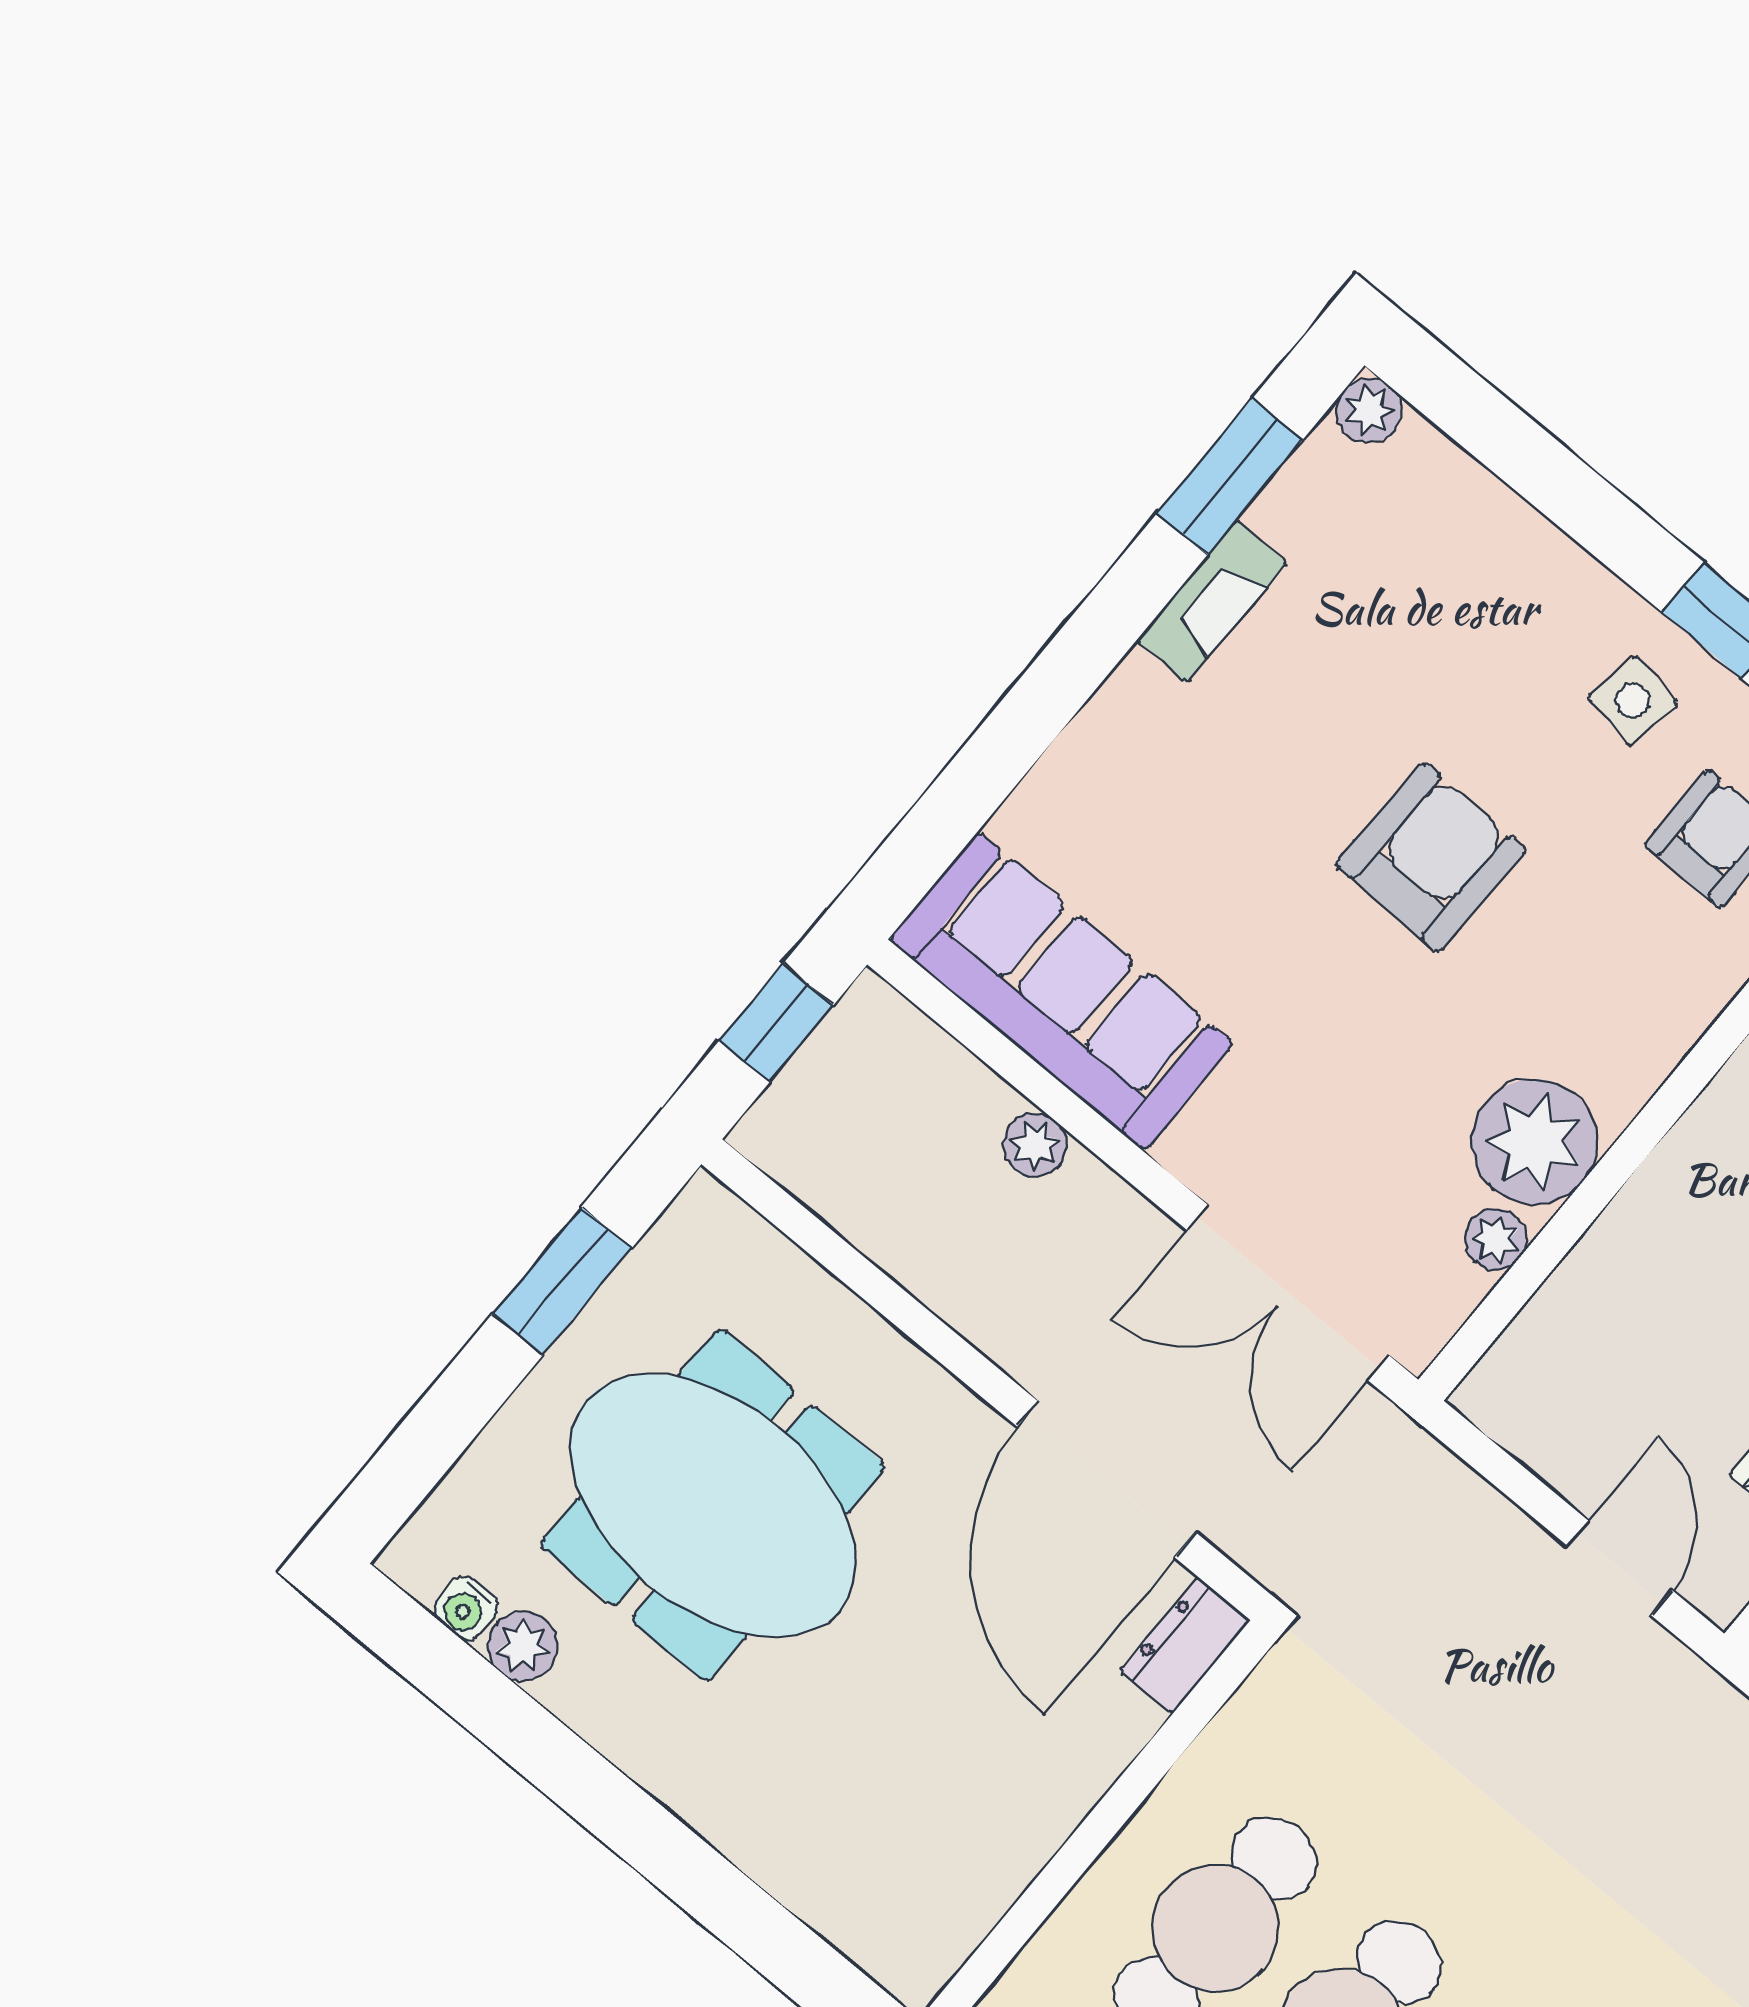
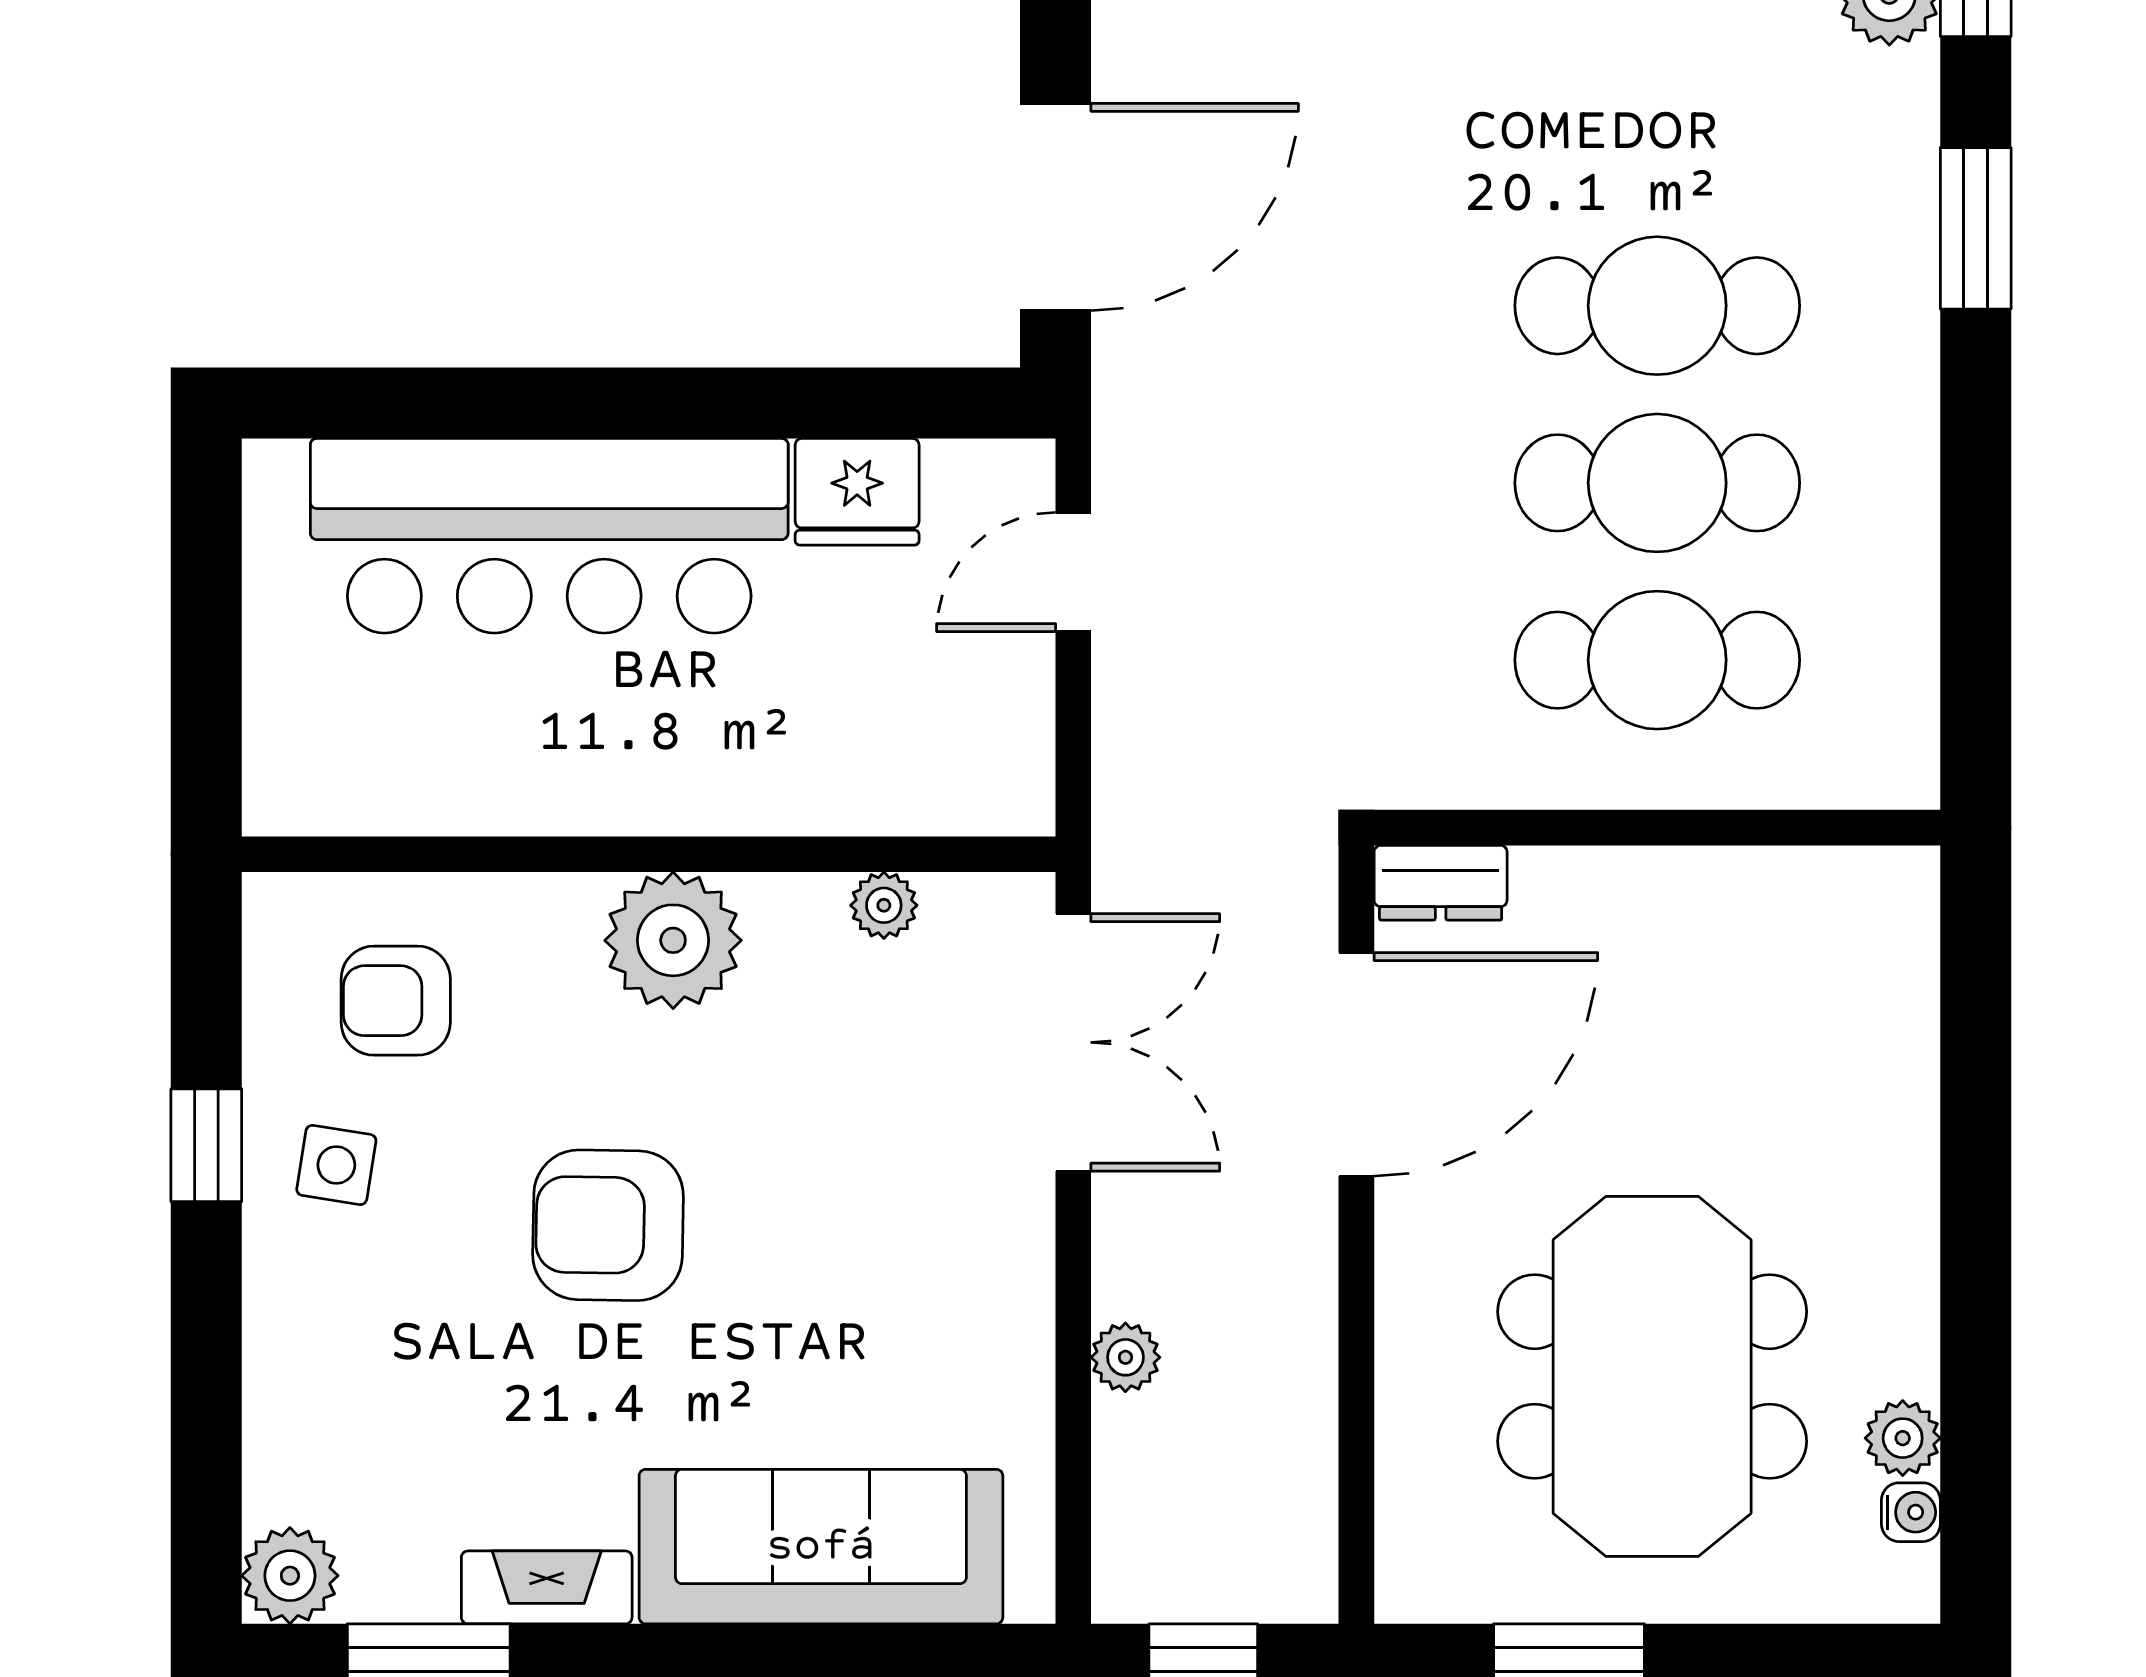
plant: (1369, 410) -> (290, 1576), width x1.38, depth x1.38
sofa: (1061, 991) -> (821, 1547), moved, turned 90
plant: (1535, 1142) -> (673, 940), moved

